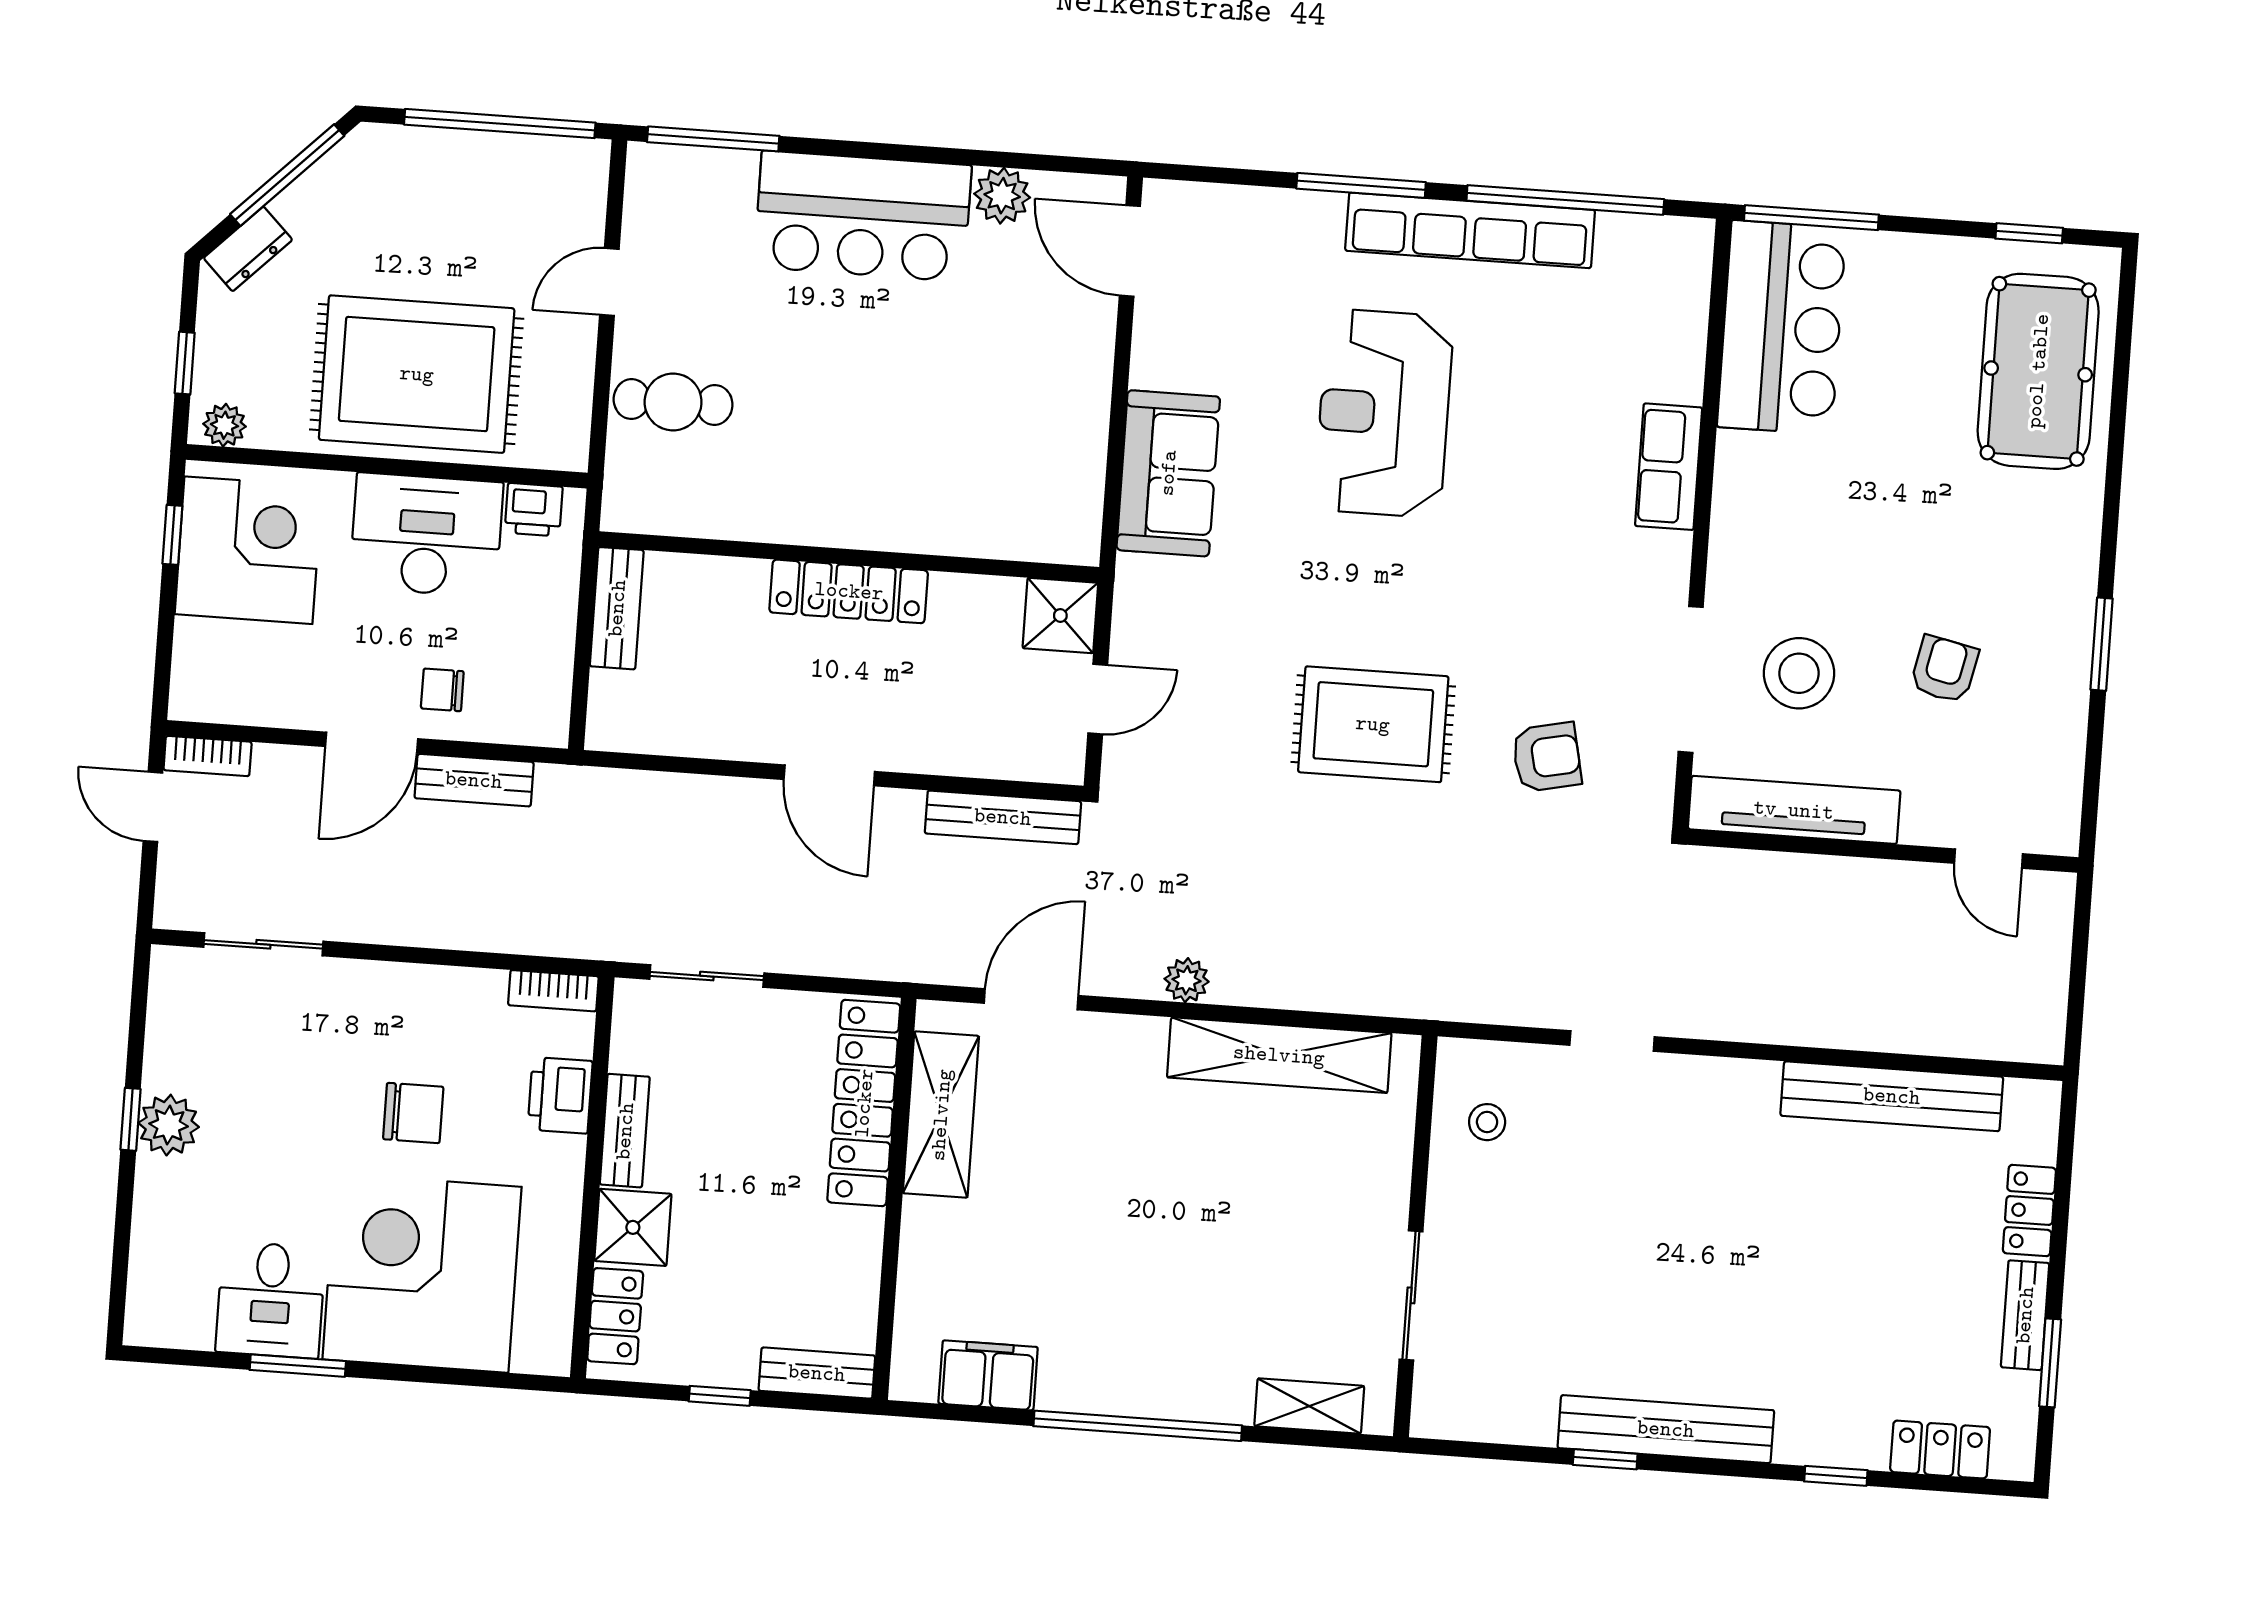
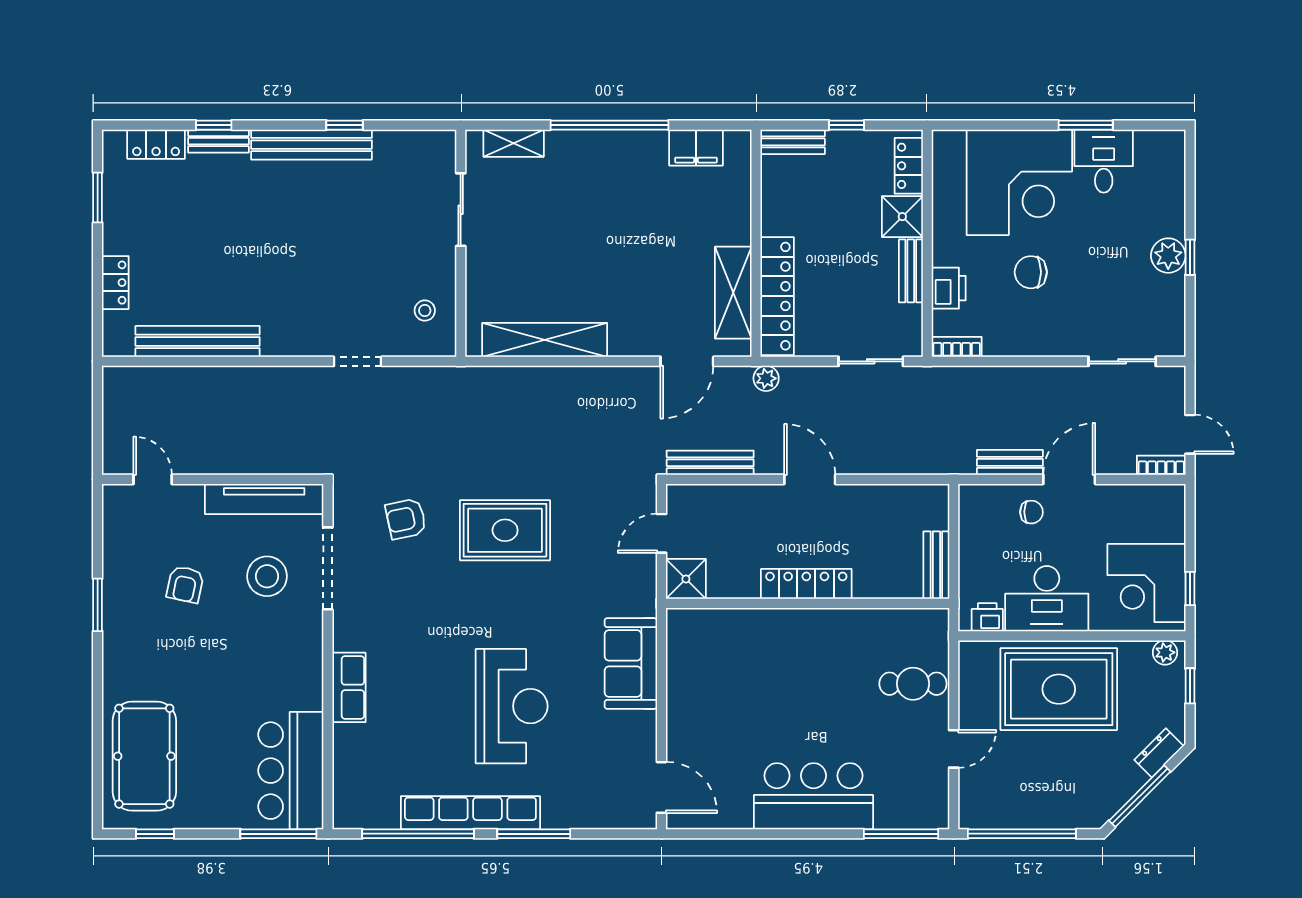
plant: (1002, 196) -> (736, 813), removed
plant: (1187, 980) -> (766, 378), moved
bench: (2025, 1315) -> (218, 141), moved, turned 90

